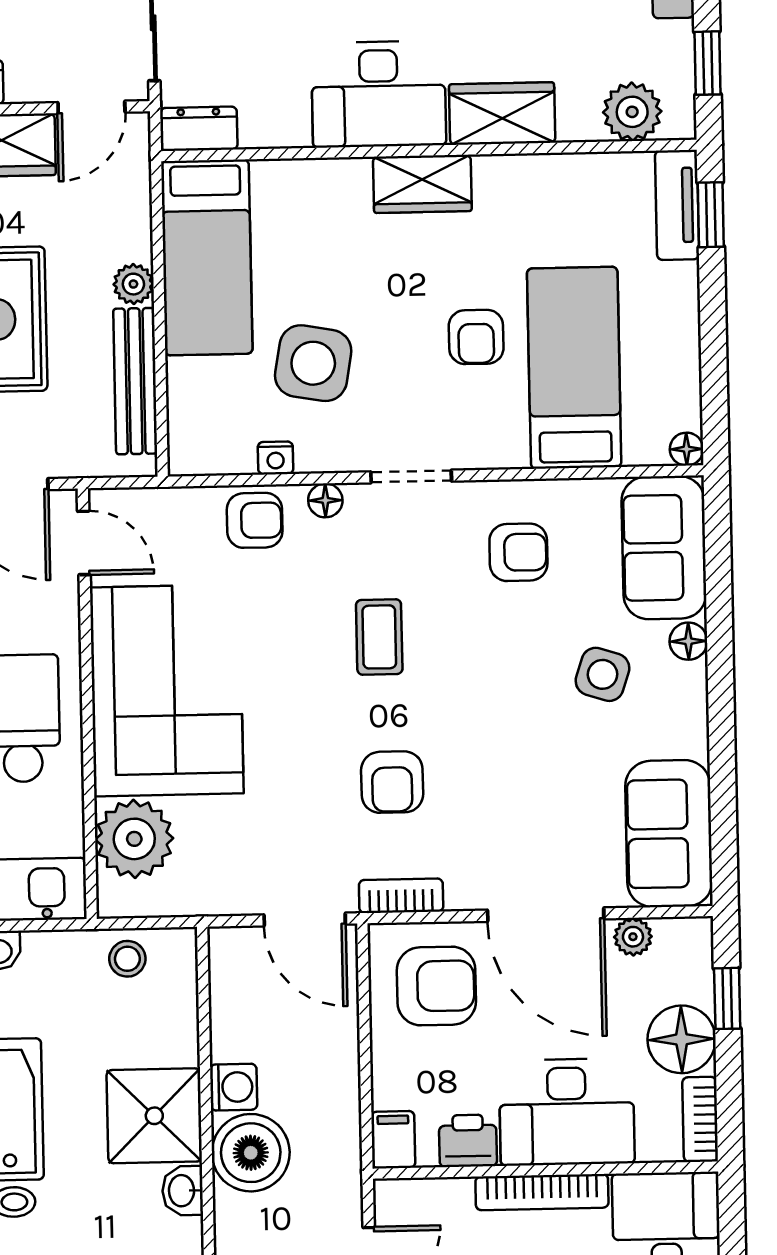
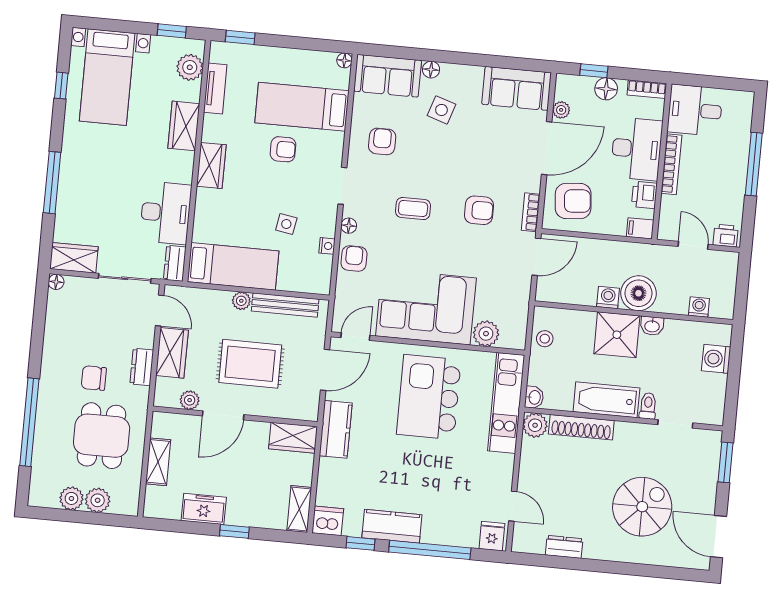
desk: (379, 94) -> (166, 213), moved
tv unit: (677, 205) -> (215, 89), moved, turned -90
side table: (313, 363) -> (286, 224), width x0.54, depth x0.54
plant: (134, 839) -> (486, 334), width x0.73, depth x0.73
armchair: (436, 986) -> (573, 201), turned 85
floor lamp: (682, 1039) -> (606, 89), width x0.73, depth x0.73

